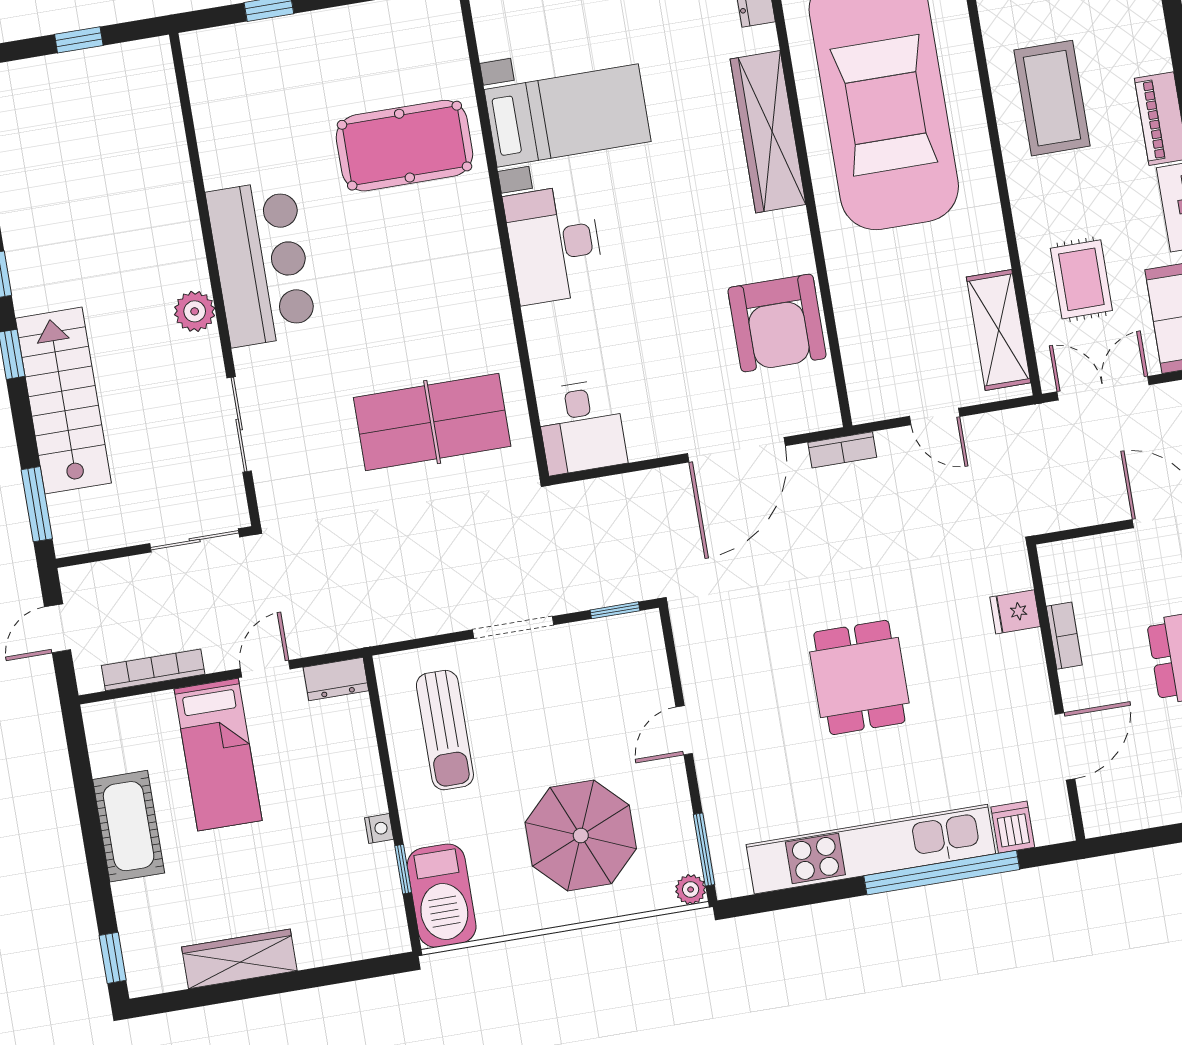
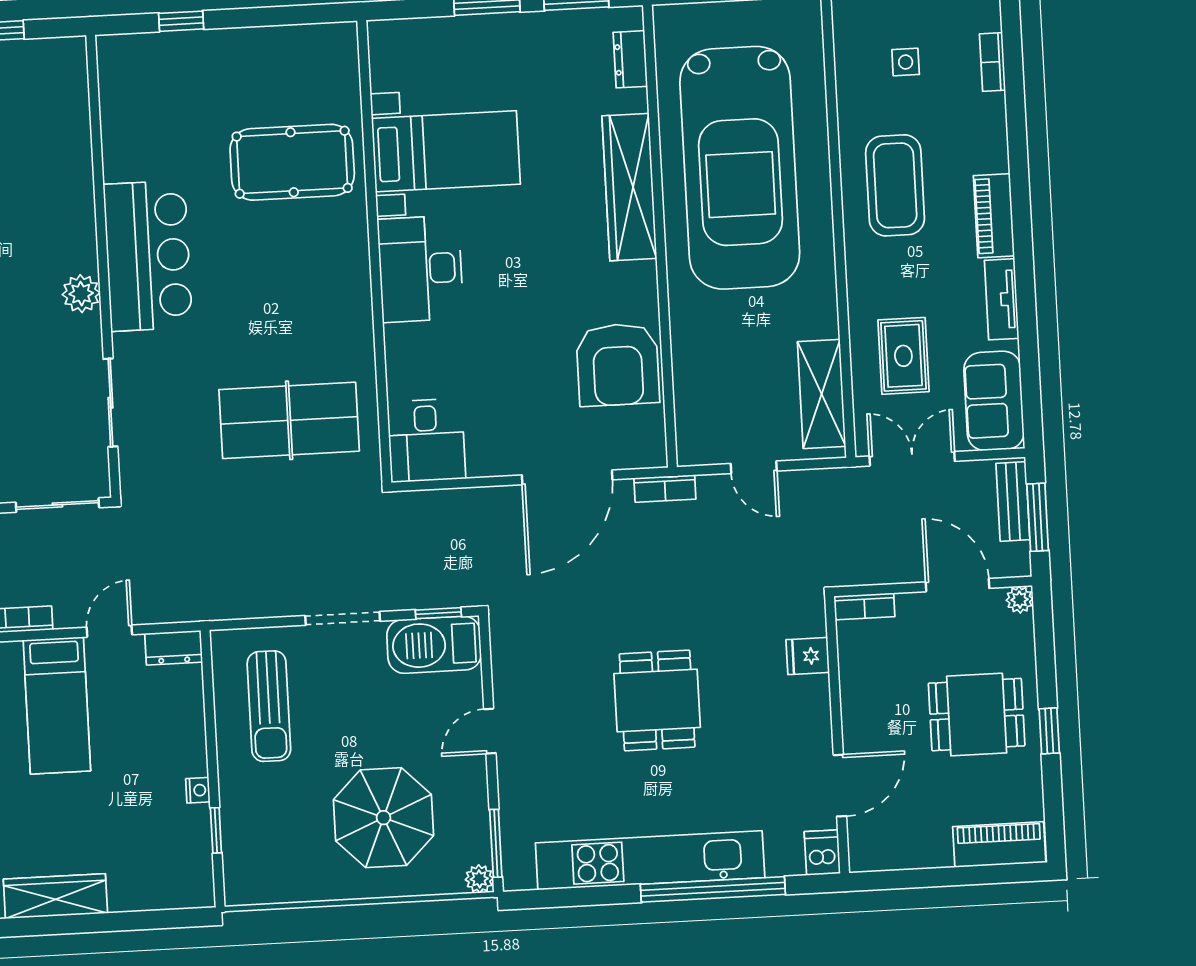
bookcase: (1064, 636) -> (864, 606), moved, turned 90
dishwasher: (1013, 827) -> (822, 853), moved
barbecue: (442, 896) -> (434, 645), moved, turned 90

